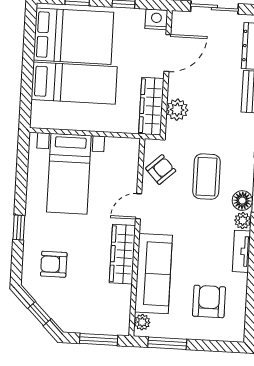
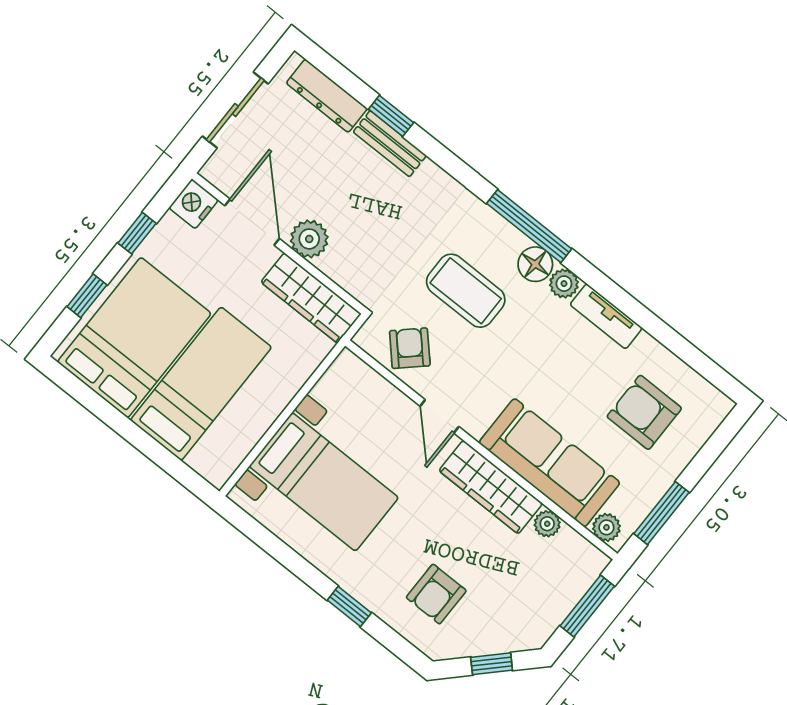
plant: (177, 110) -> (309, 239), moved
plant: (124, 293) -> (547, 524), added

